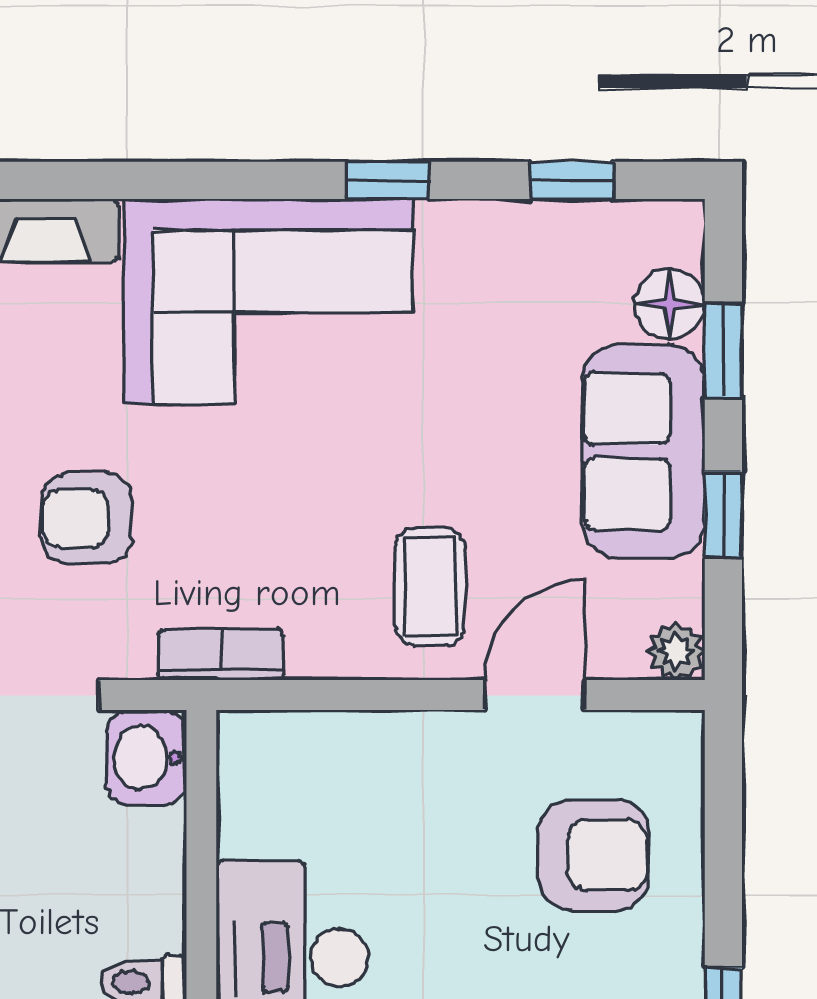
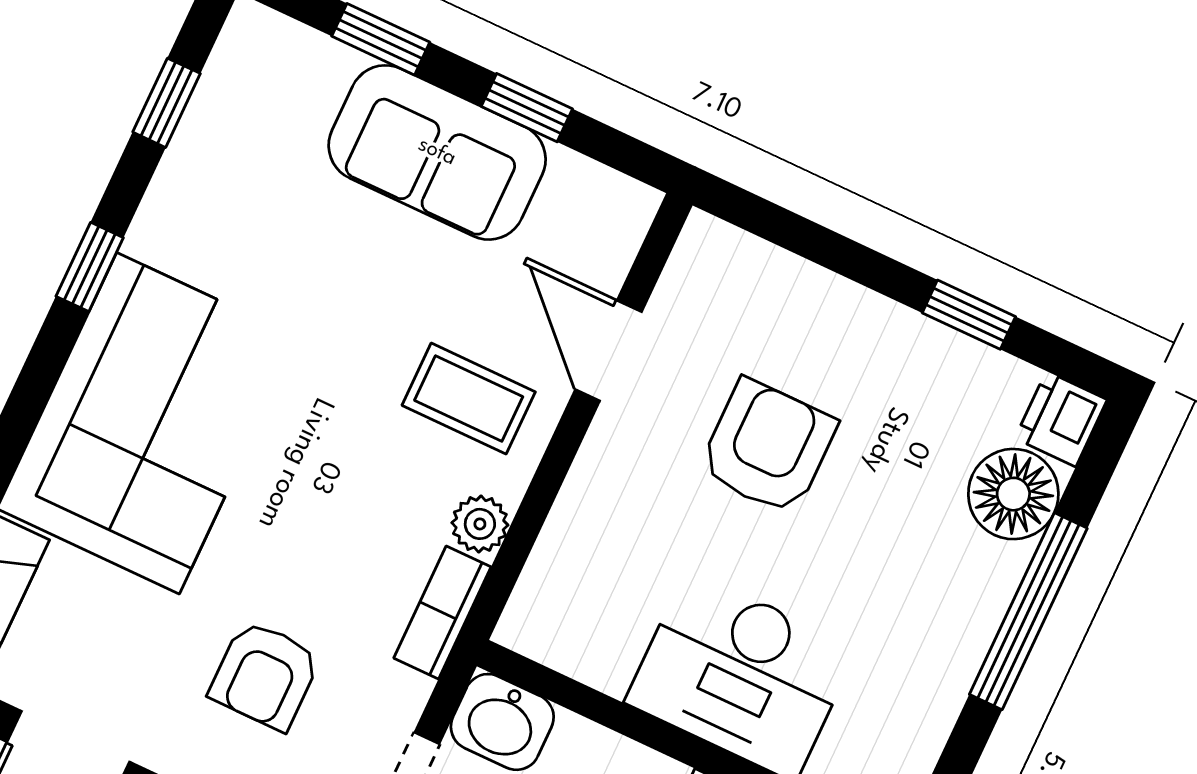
floor lamp: (670, 304) -> (317, 67), removed
plant: (676, 651) -> (480, 524), moved
armchair: (594, 855) -> (768, 447), moved

